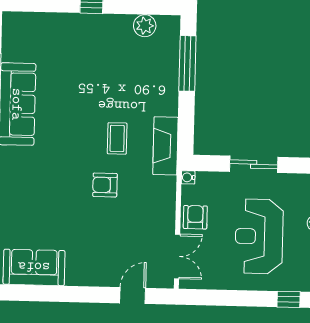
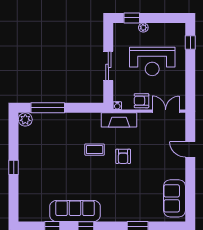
plant: (145, 26) -> (25, 119), moved
fireplace: (165, 146) -> (119, 120), moved
door: (133, 296) -> (190, 149), moved

